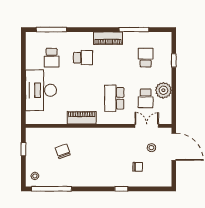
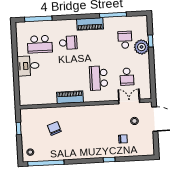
school desk: (52, 58) -> (40, 44), width x1.85
desk: (41, 90) -> (28, 66), width x0.53, depth x0.77
plant: (163, 90) -> (142, 47), moved

